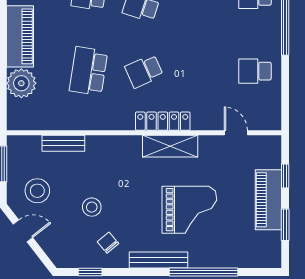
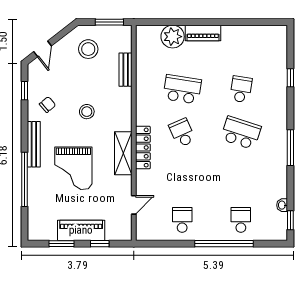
piano: (20, 36) -> (203, 33), width x0.73, depth x0.75
stool: (92, 207) -> (87, 112), moved
door: (23, 231) -> (43, 49), moved

